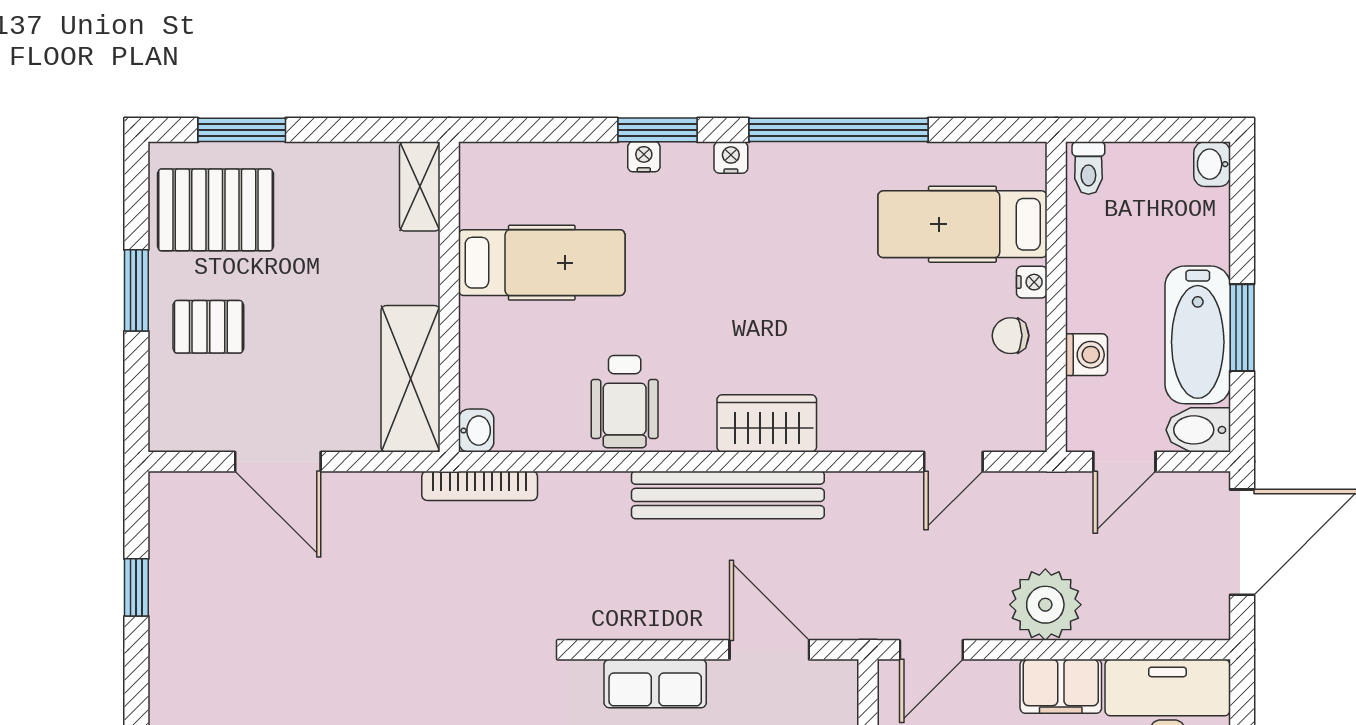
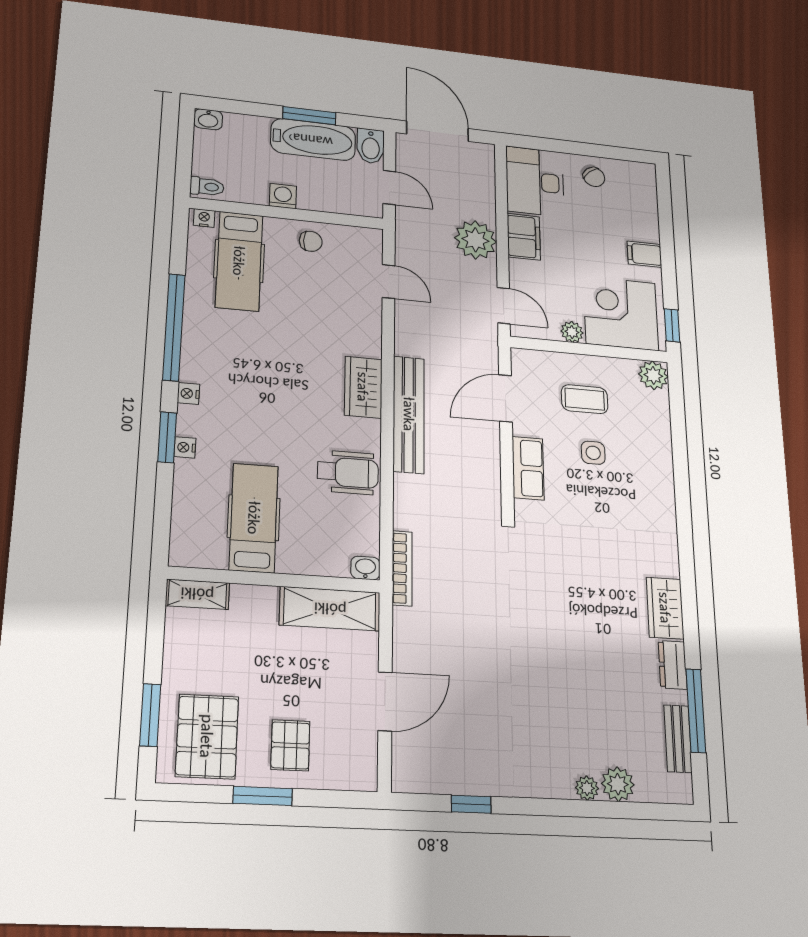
nightstand: (1032, 282) -> (204, 218), moved
chair: (1011, 336) -> (311, 241), turned -90
washing machine: (1087, 355) -> (283, 196), moved

